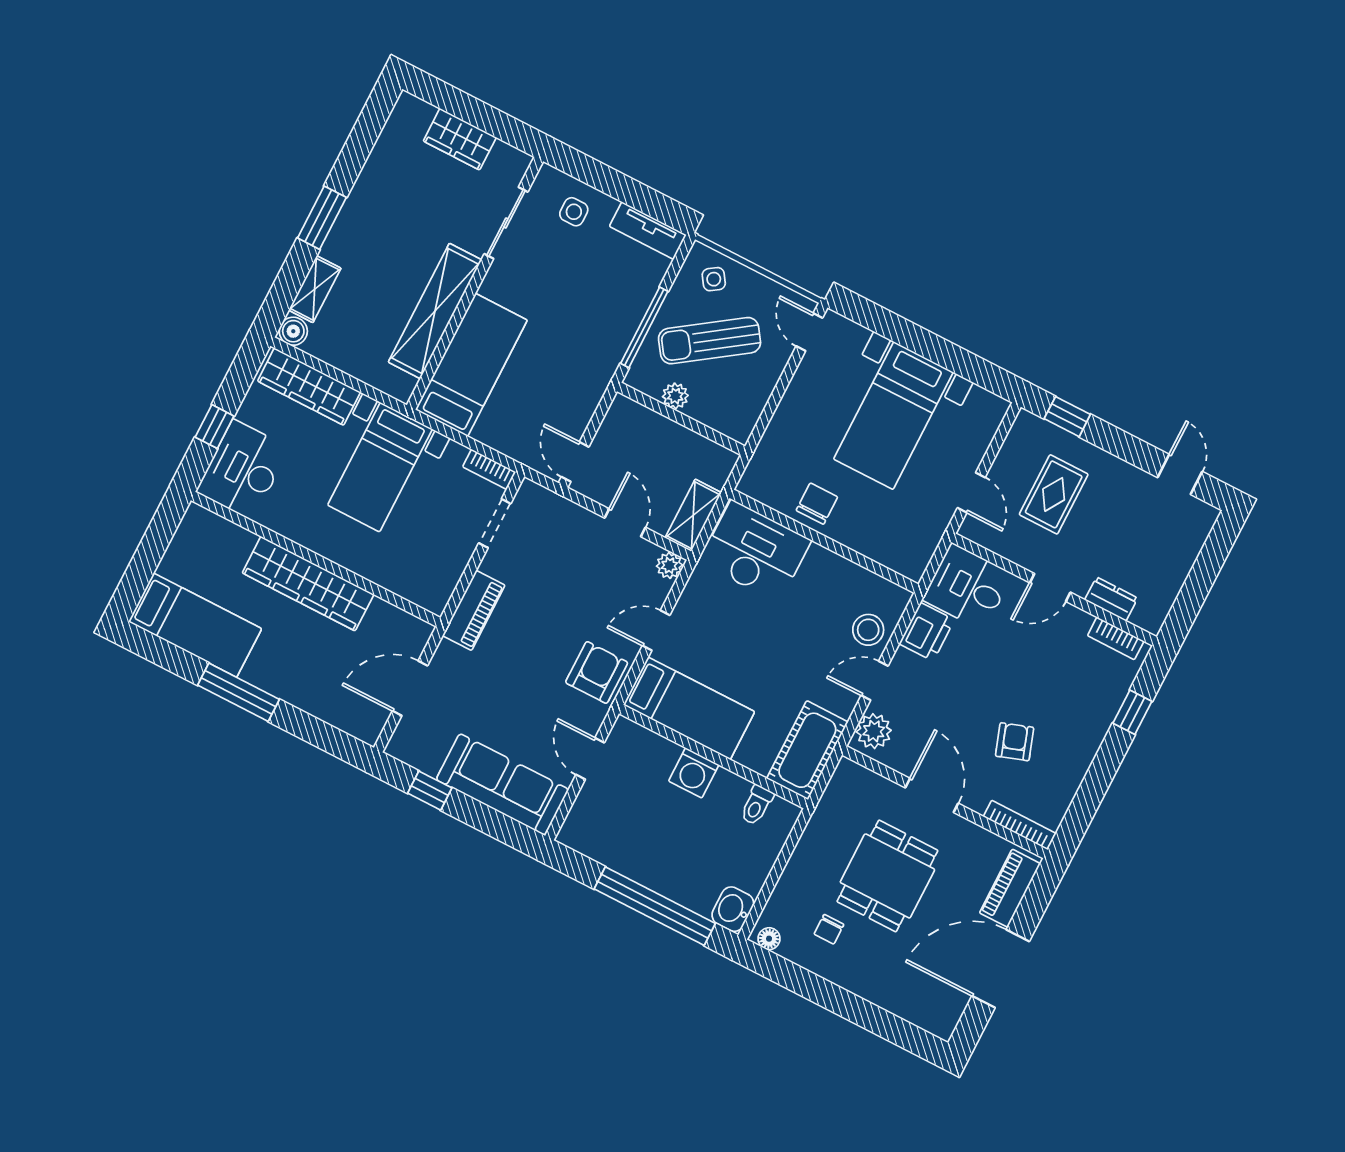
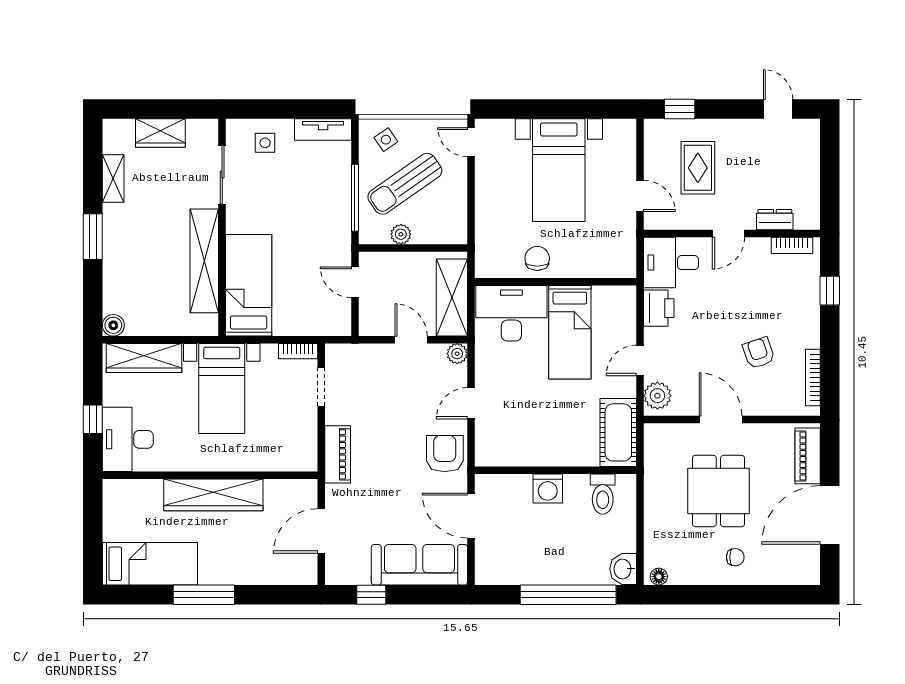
shelving: (315, 289) -> (113, 179), moved
door: (575, 462) -> (355, 282), moved
shelving: (693, 515) -> (452, 298), width x1.50, depth x1.33
stool: (868, 630) -> (618, 327), removed
bed: (689, 708) -> (570, 332), moved, turned 90
door: (590, 759) -> (471, 516), width x1.38
toilet: (757, 805) -> (603, 494), width x1.37, depth x1.39
bookcase: (1020, 825) -> (813, 378), moved, turned -90
chair: (829, 929) -> (735, 557), moved, turned -90

